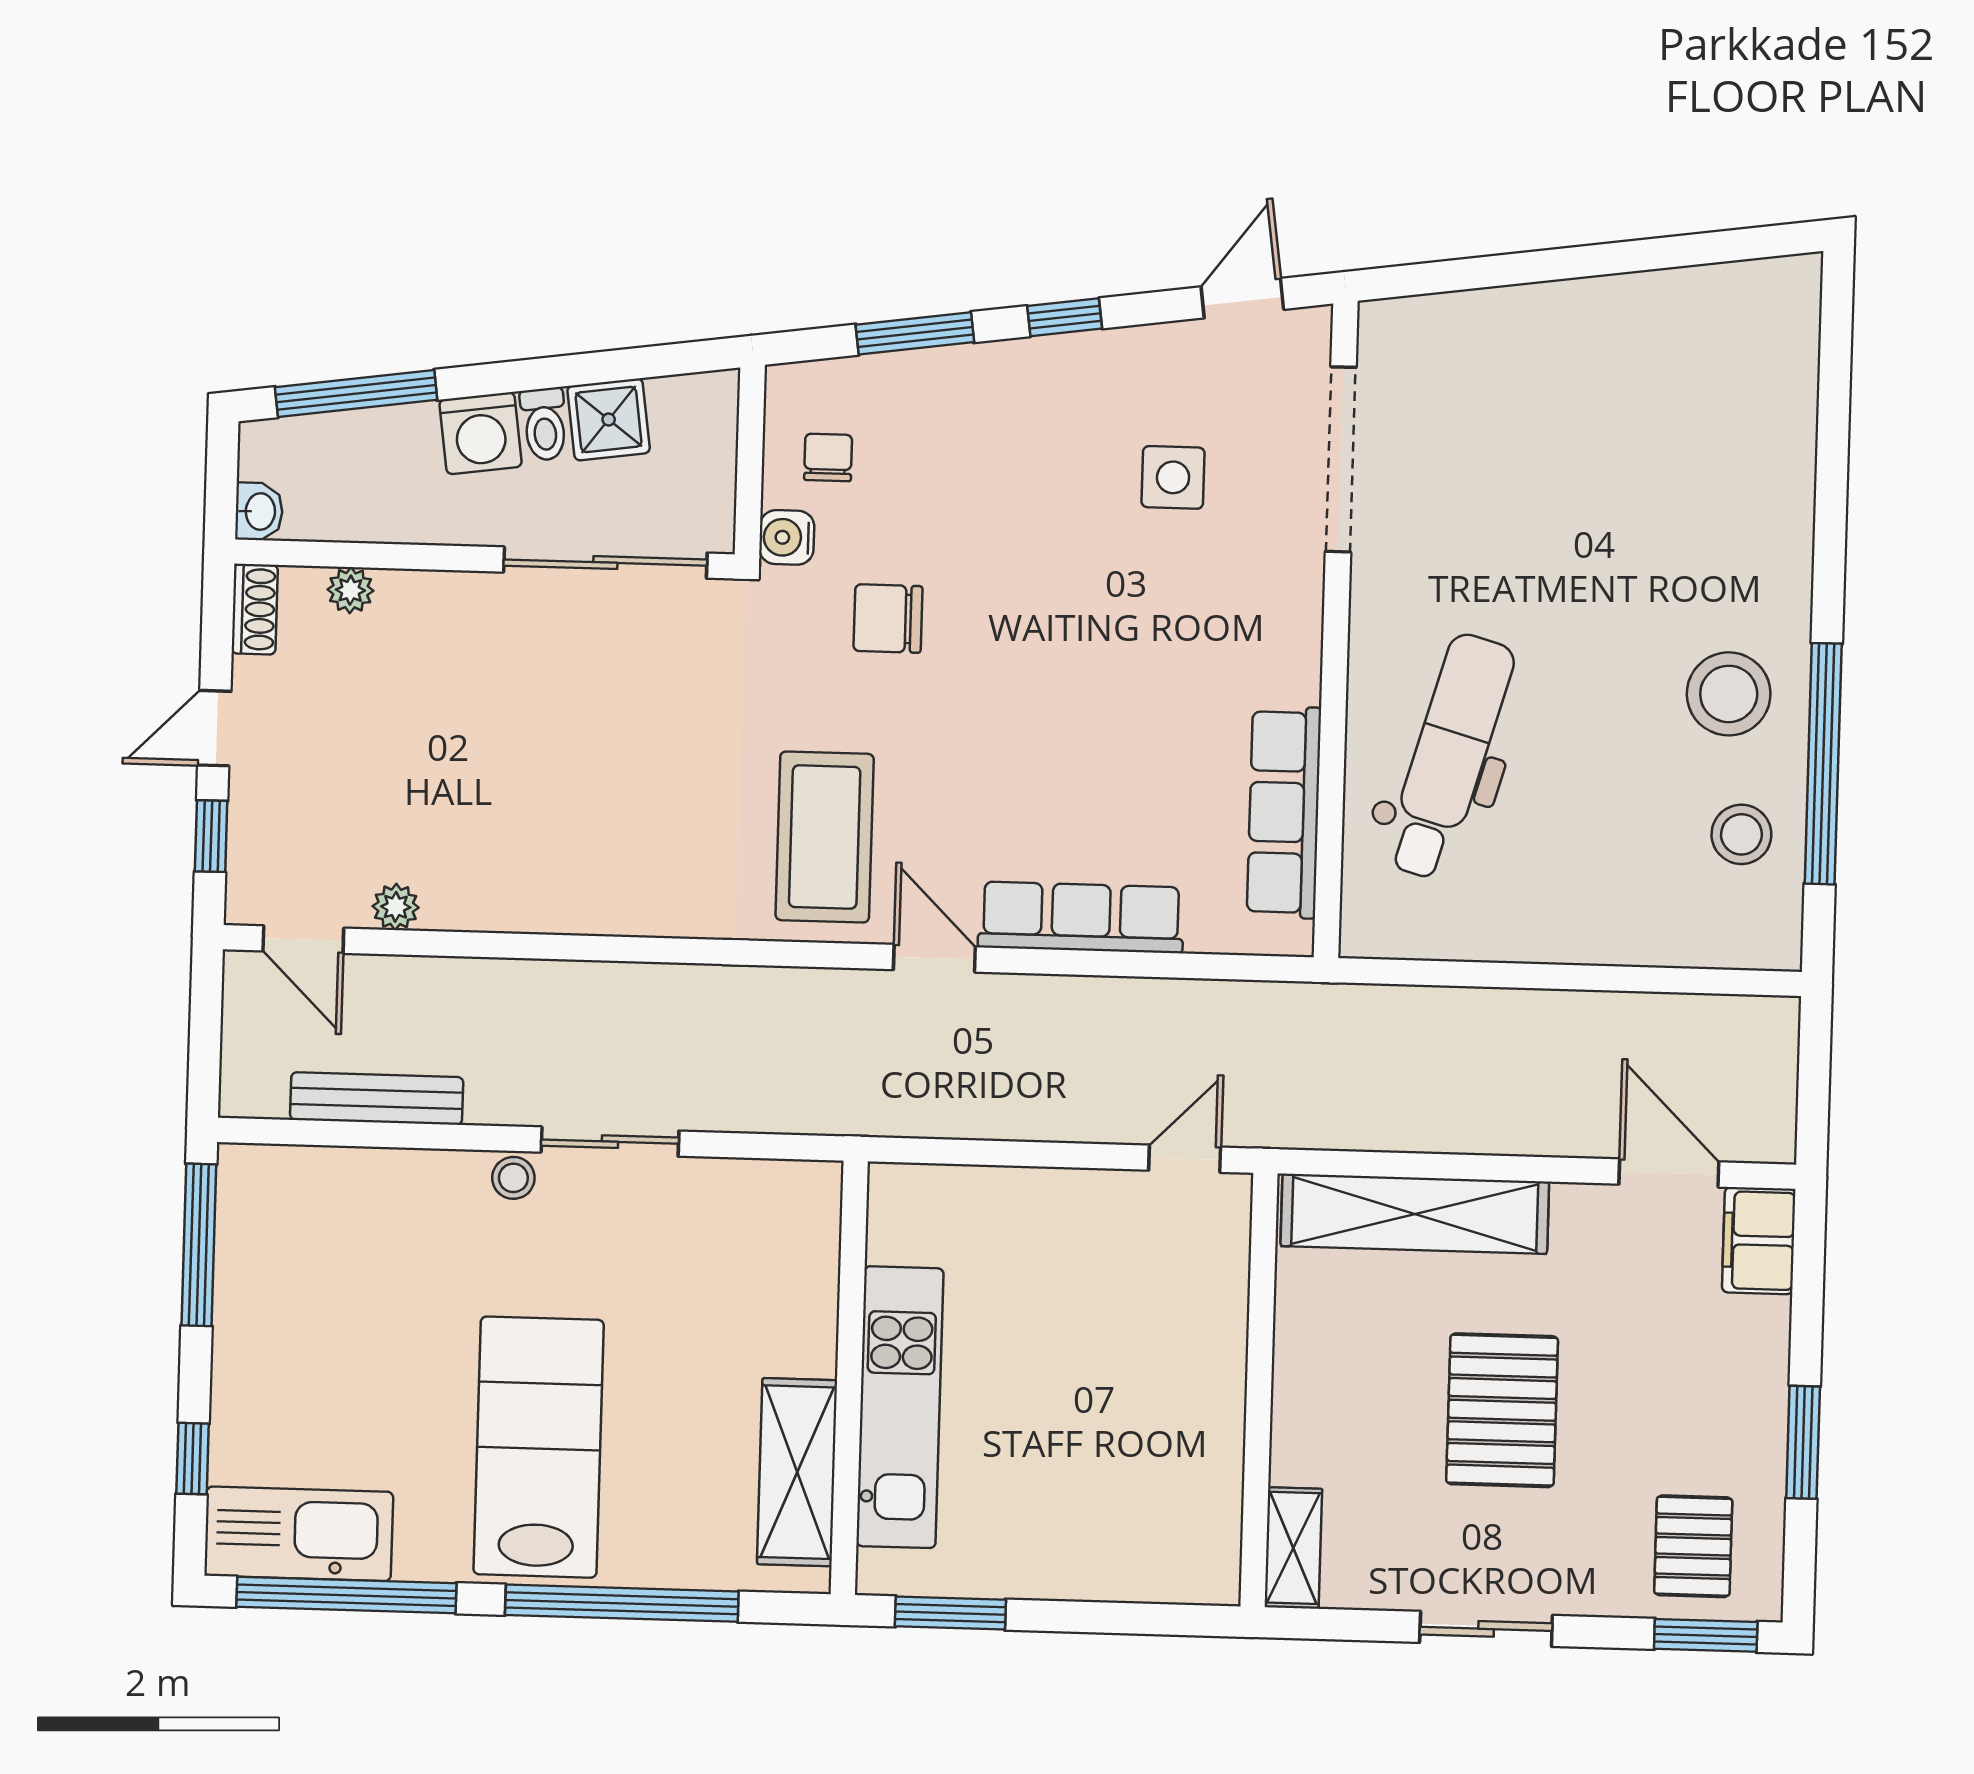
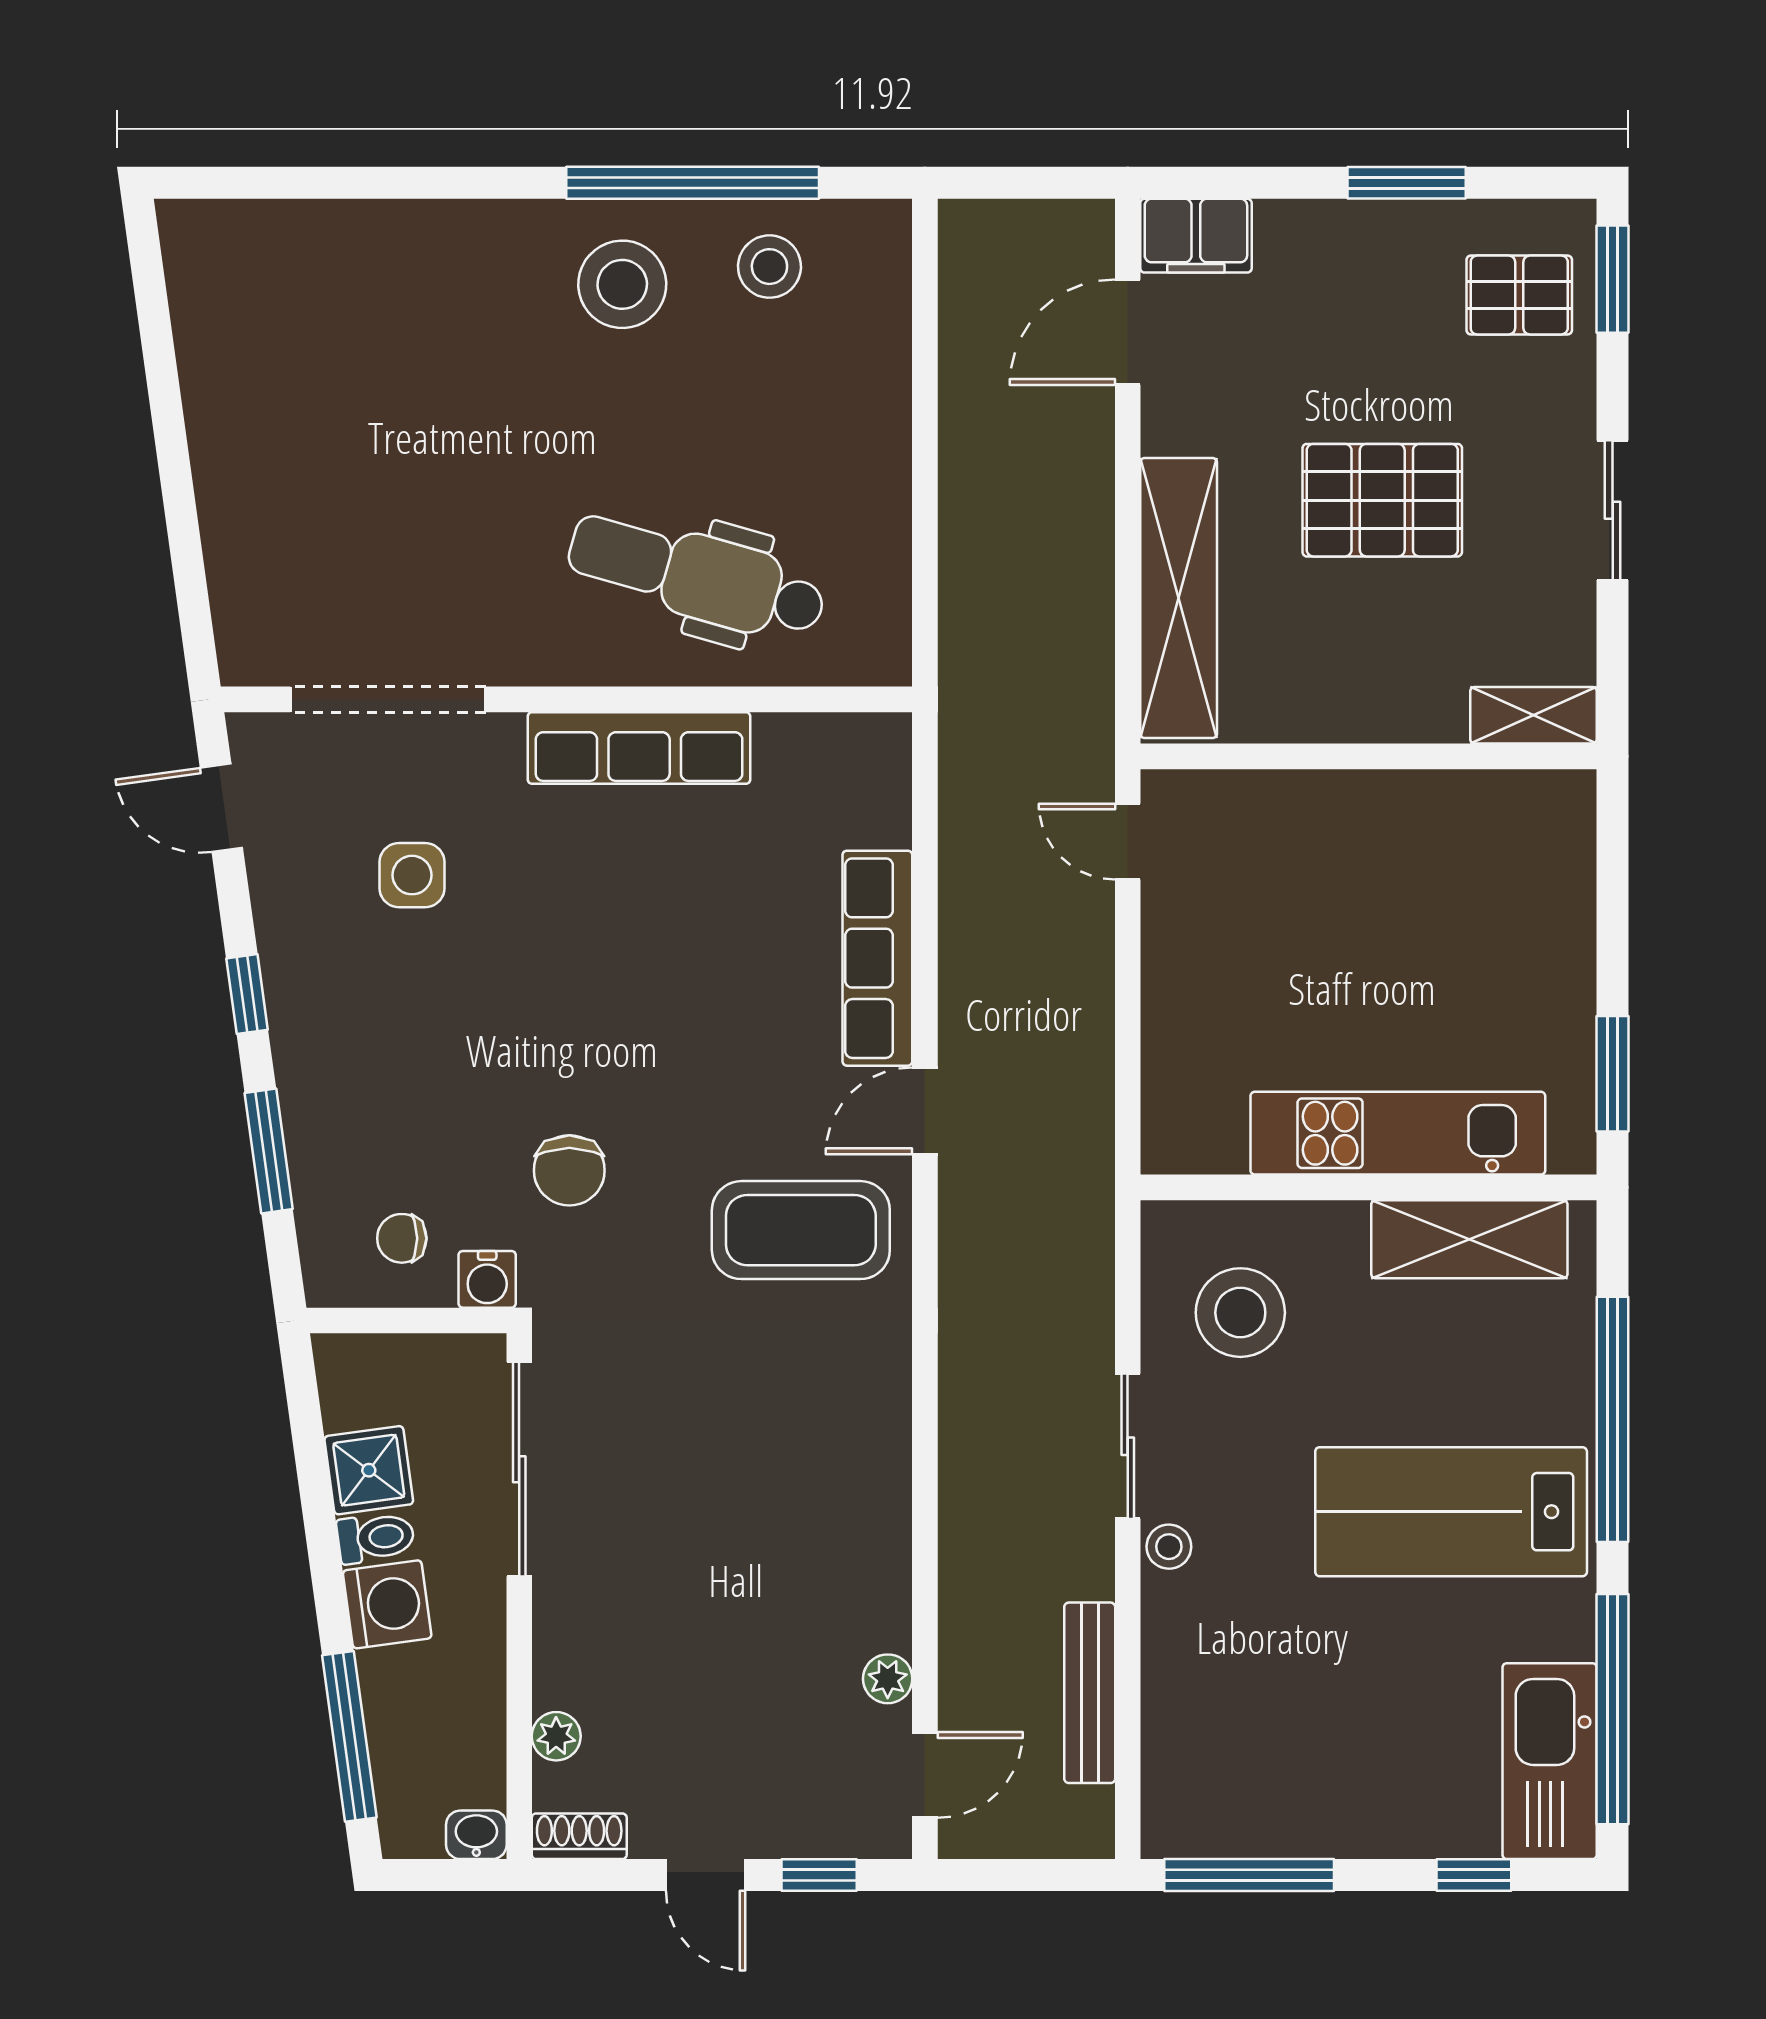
row of seats: (1284, 812) -> (639, 748), moved
stool: (734, 1252) -> (1240, 1313), added

